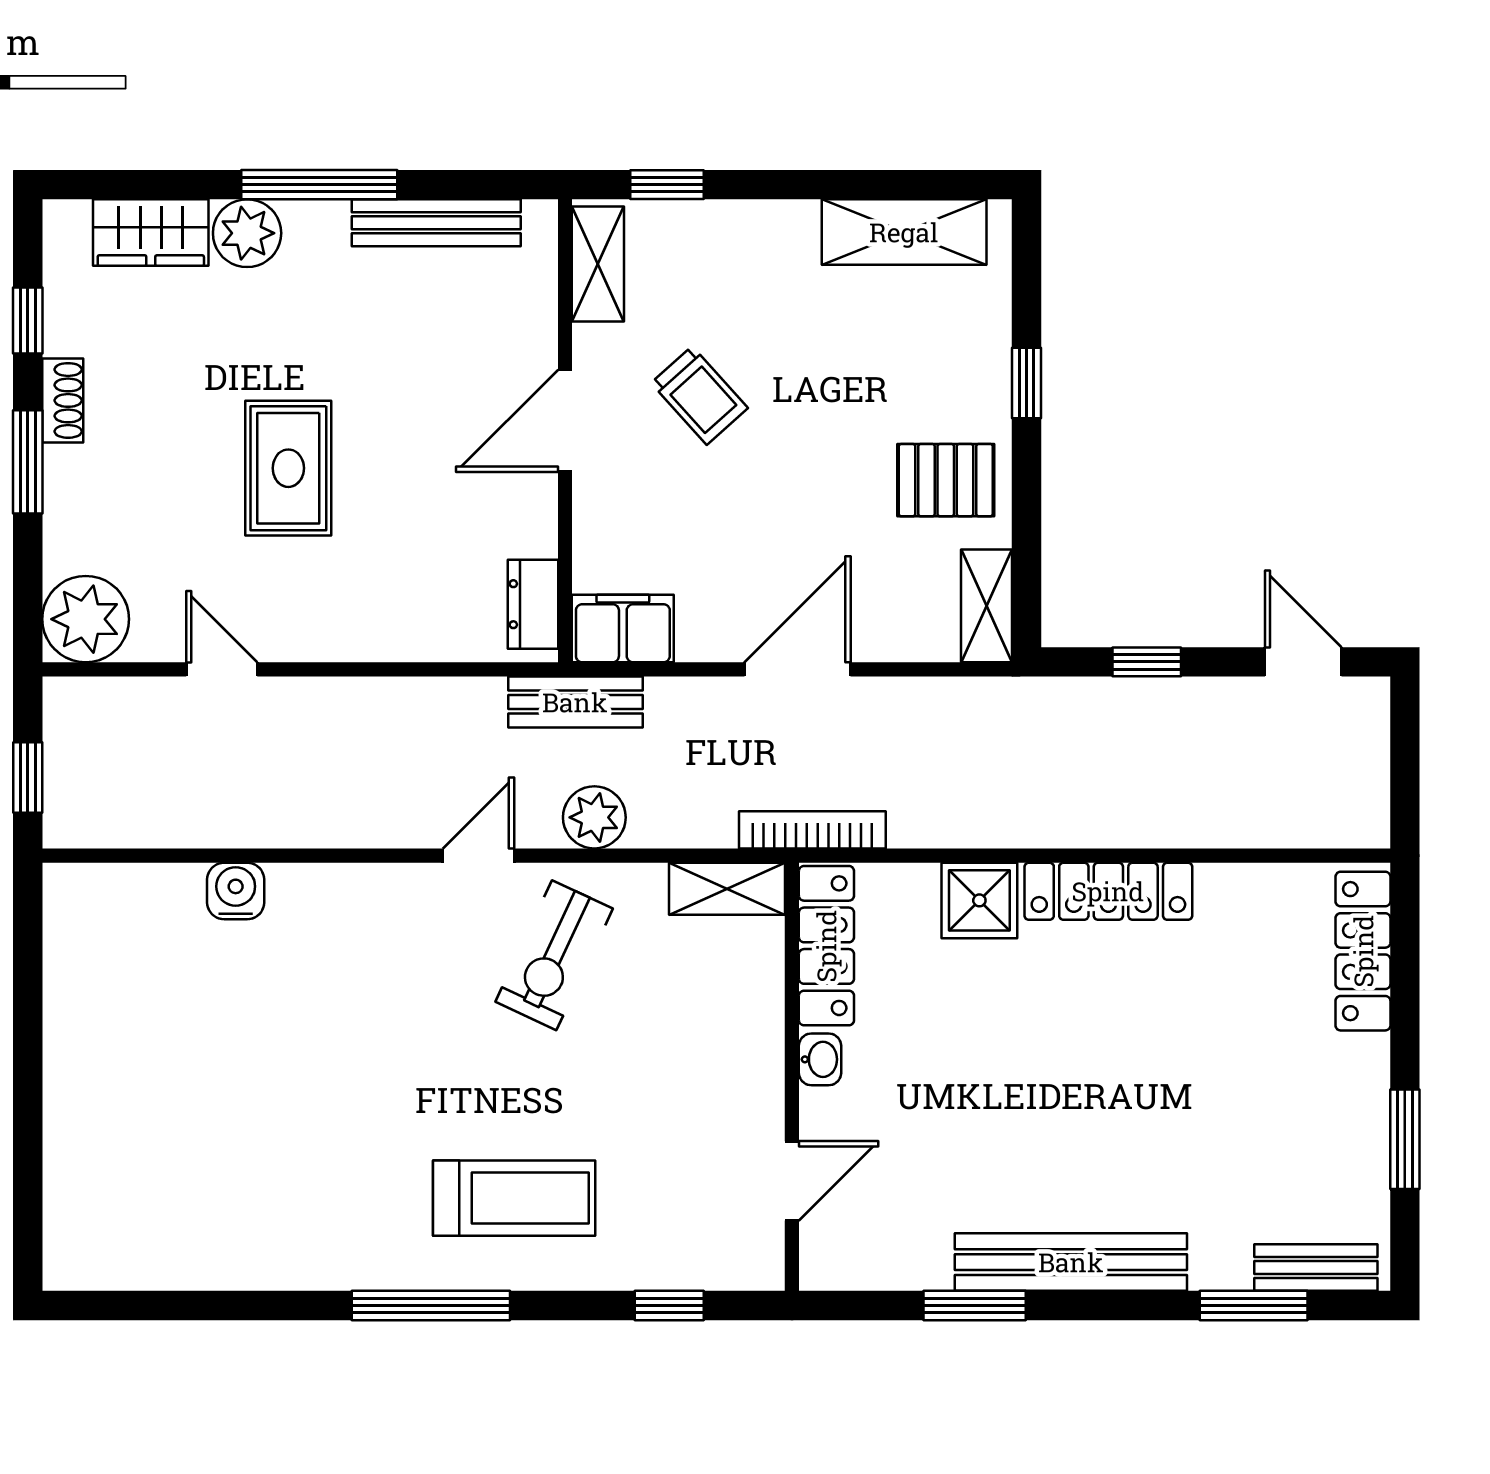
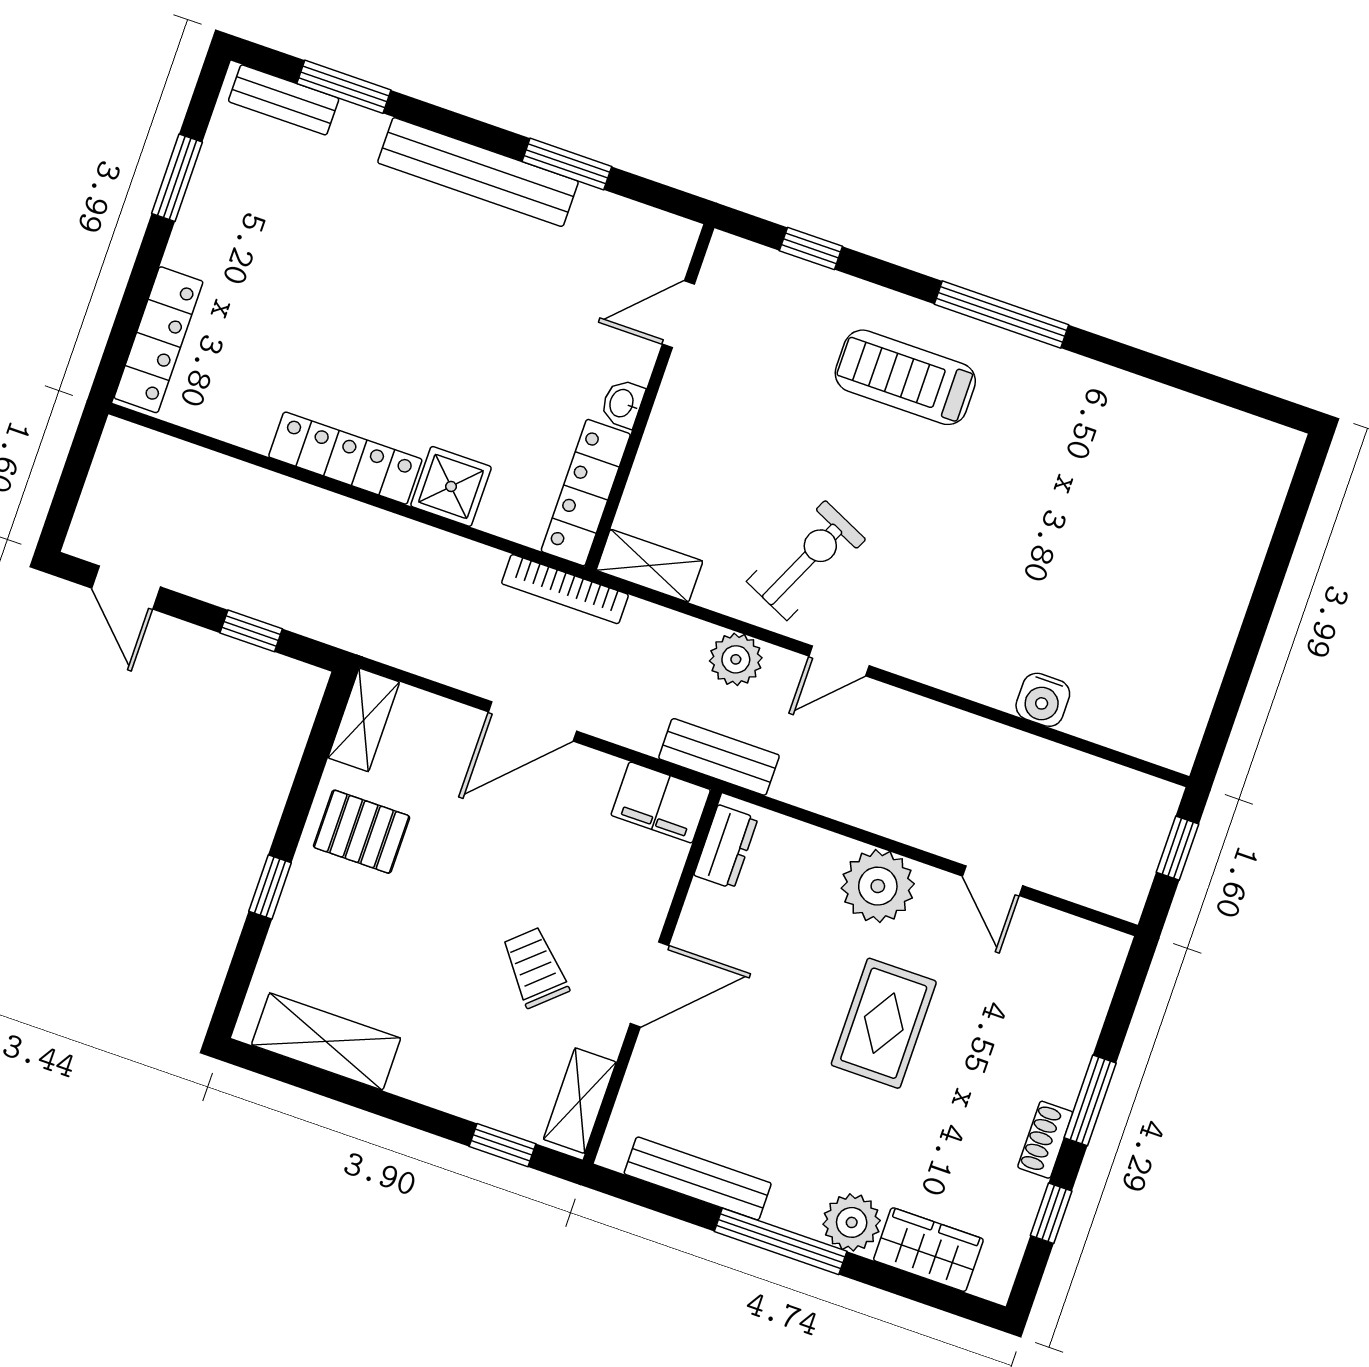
plant: (86, 619) -> (878, 886), moved

